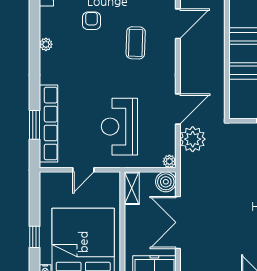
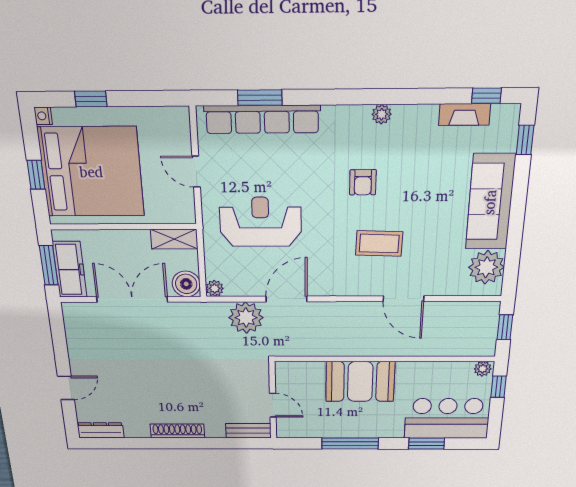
armchair: (92, 21) -> (363, 182), moved, turned 90
door: (178, 109) -> (287, 299), swing flipped

